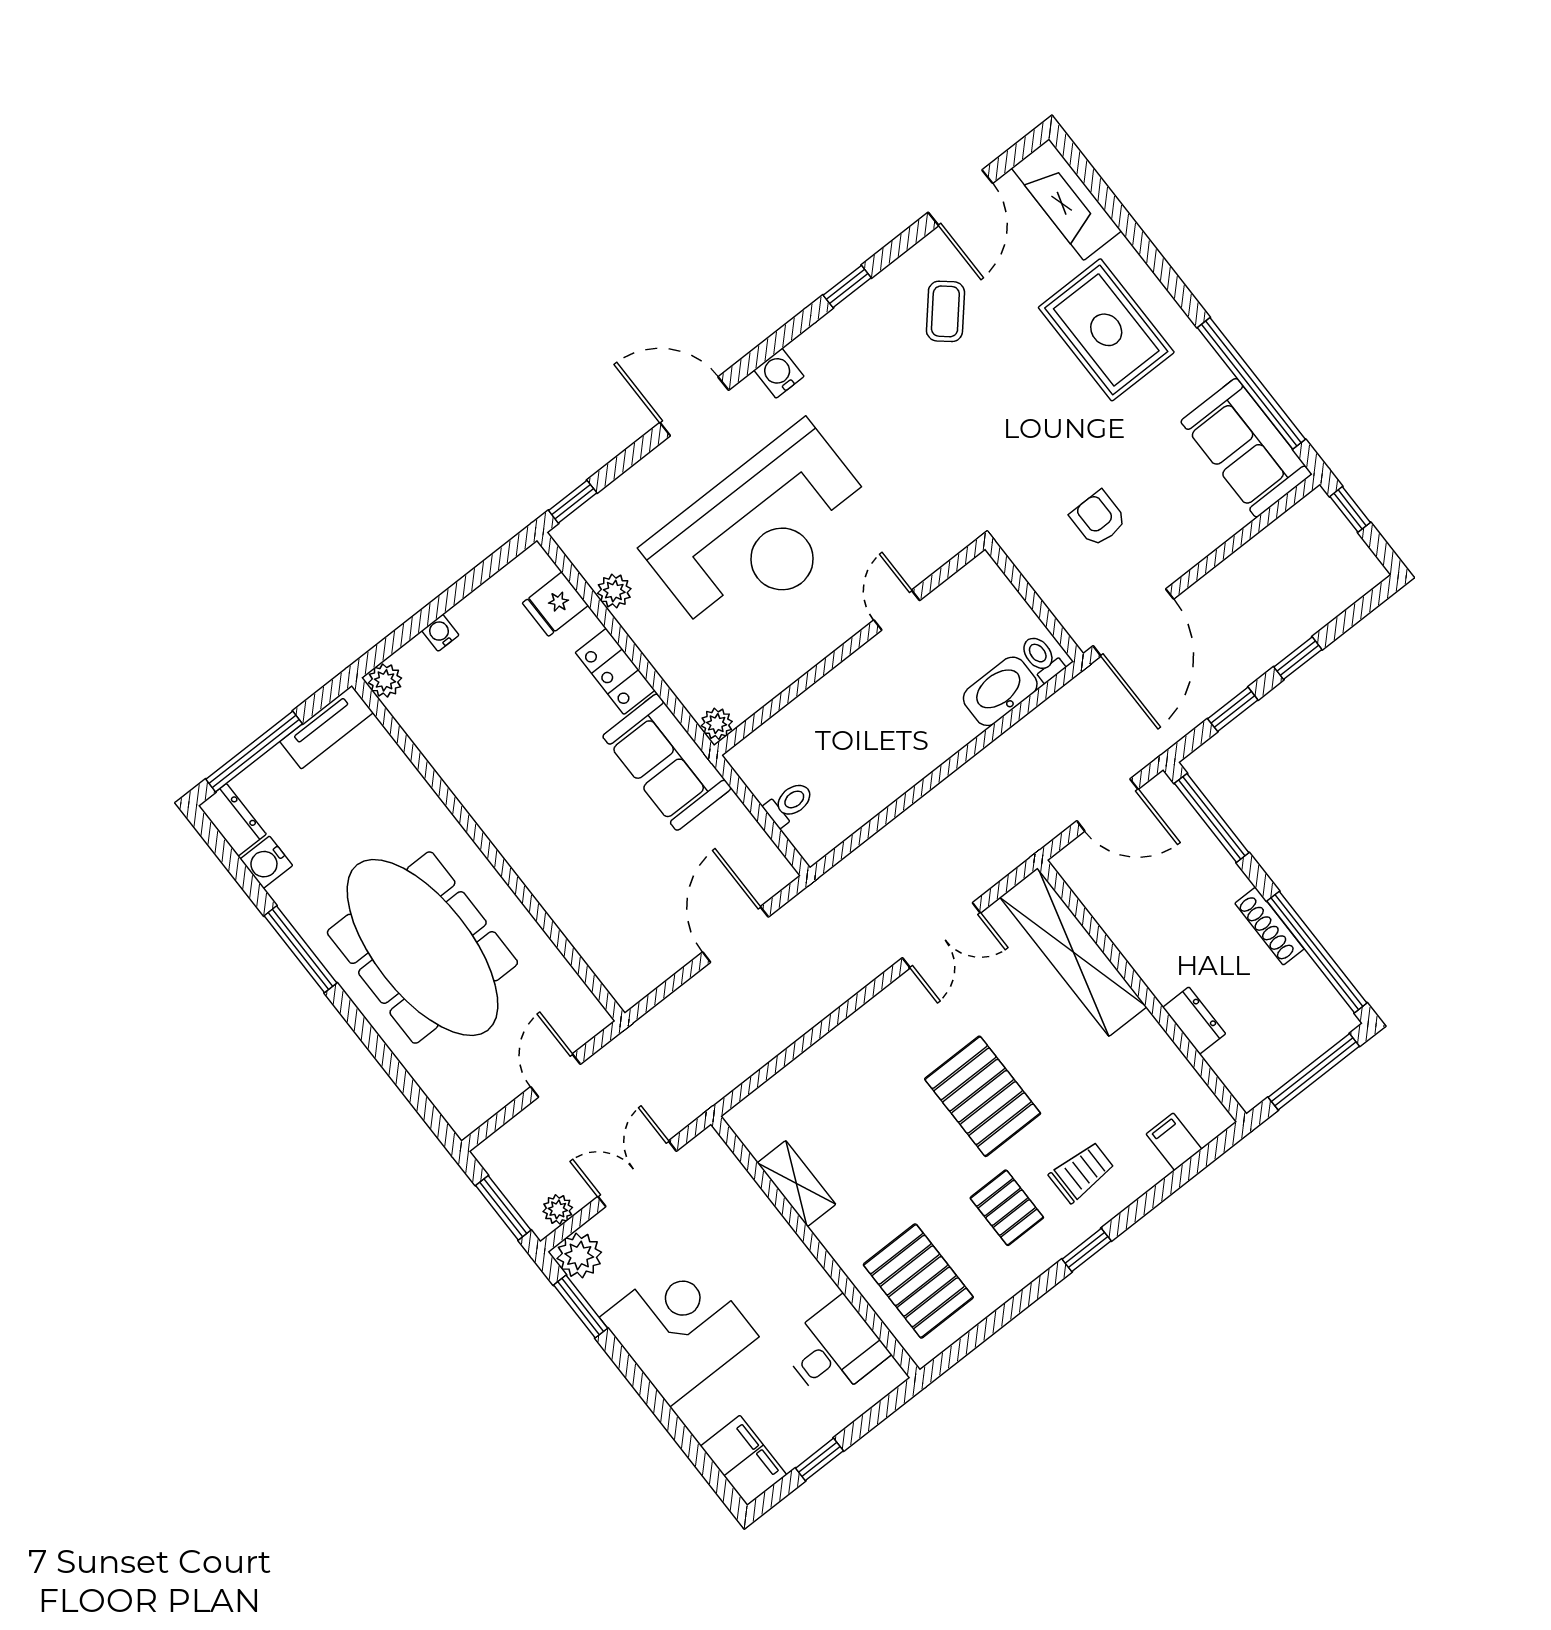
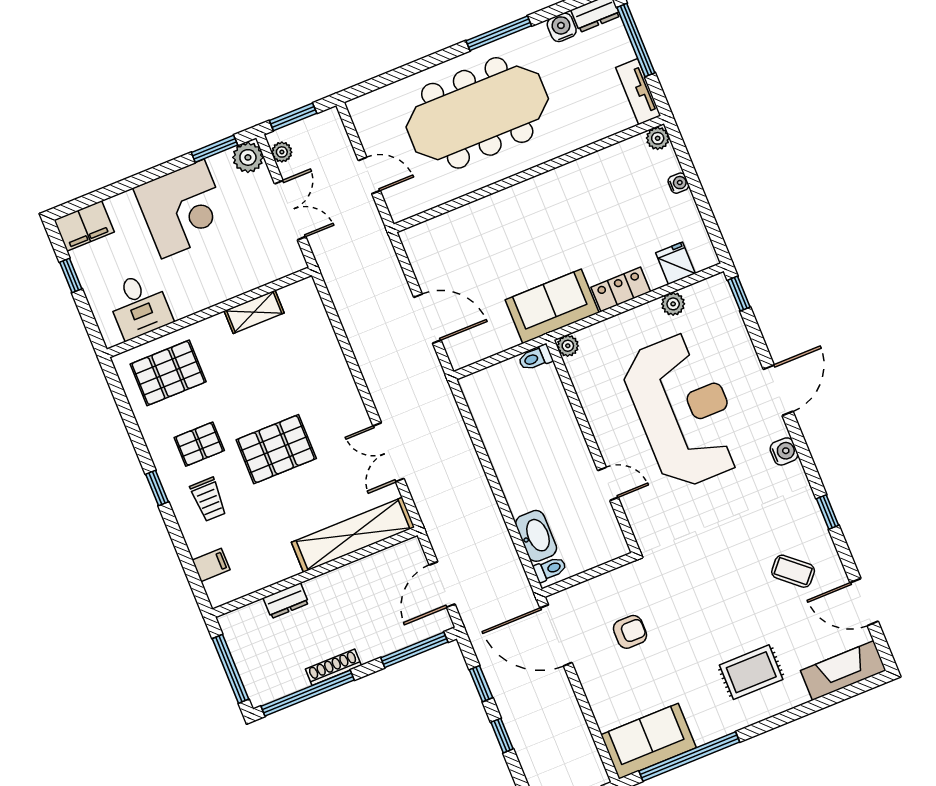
rug: (1106, 330) -> (751, 672), width x0.73, depth x0.70
reception desk: (761, 533) -> (684, 410), turned 180
toilet: (789, 804) -> (535, 358), moved, turned 90

